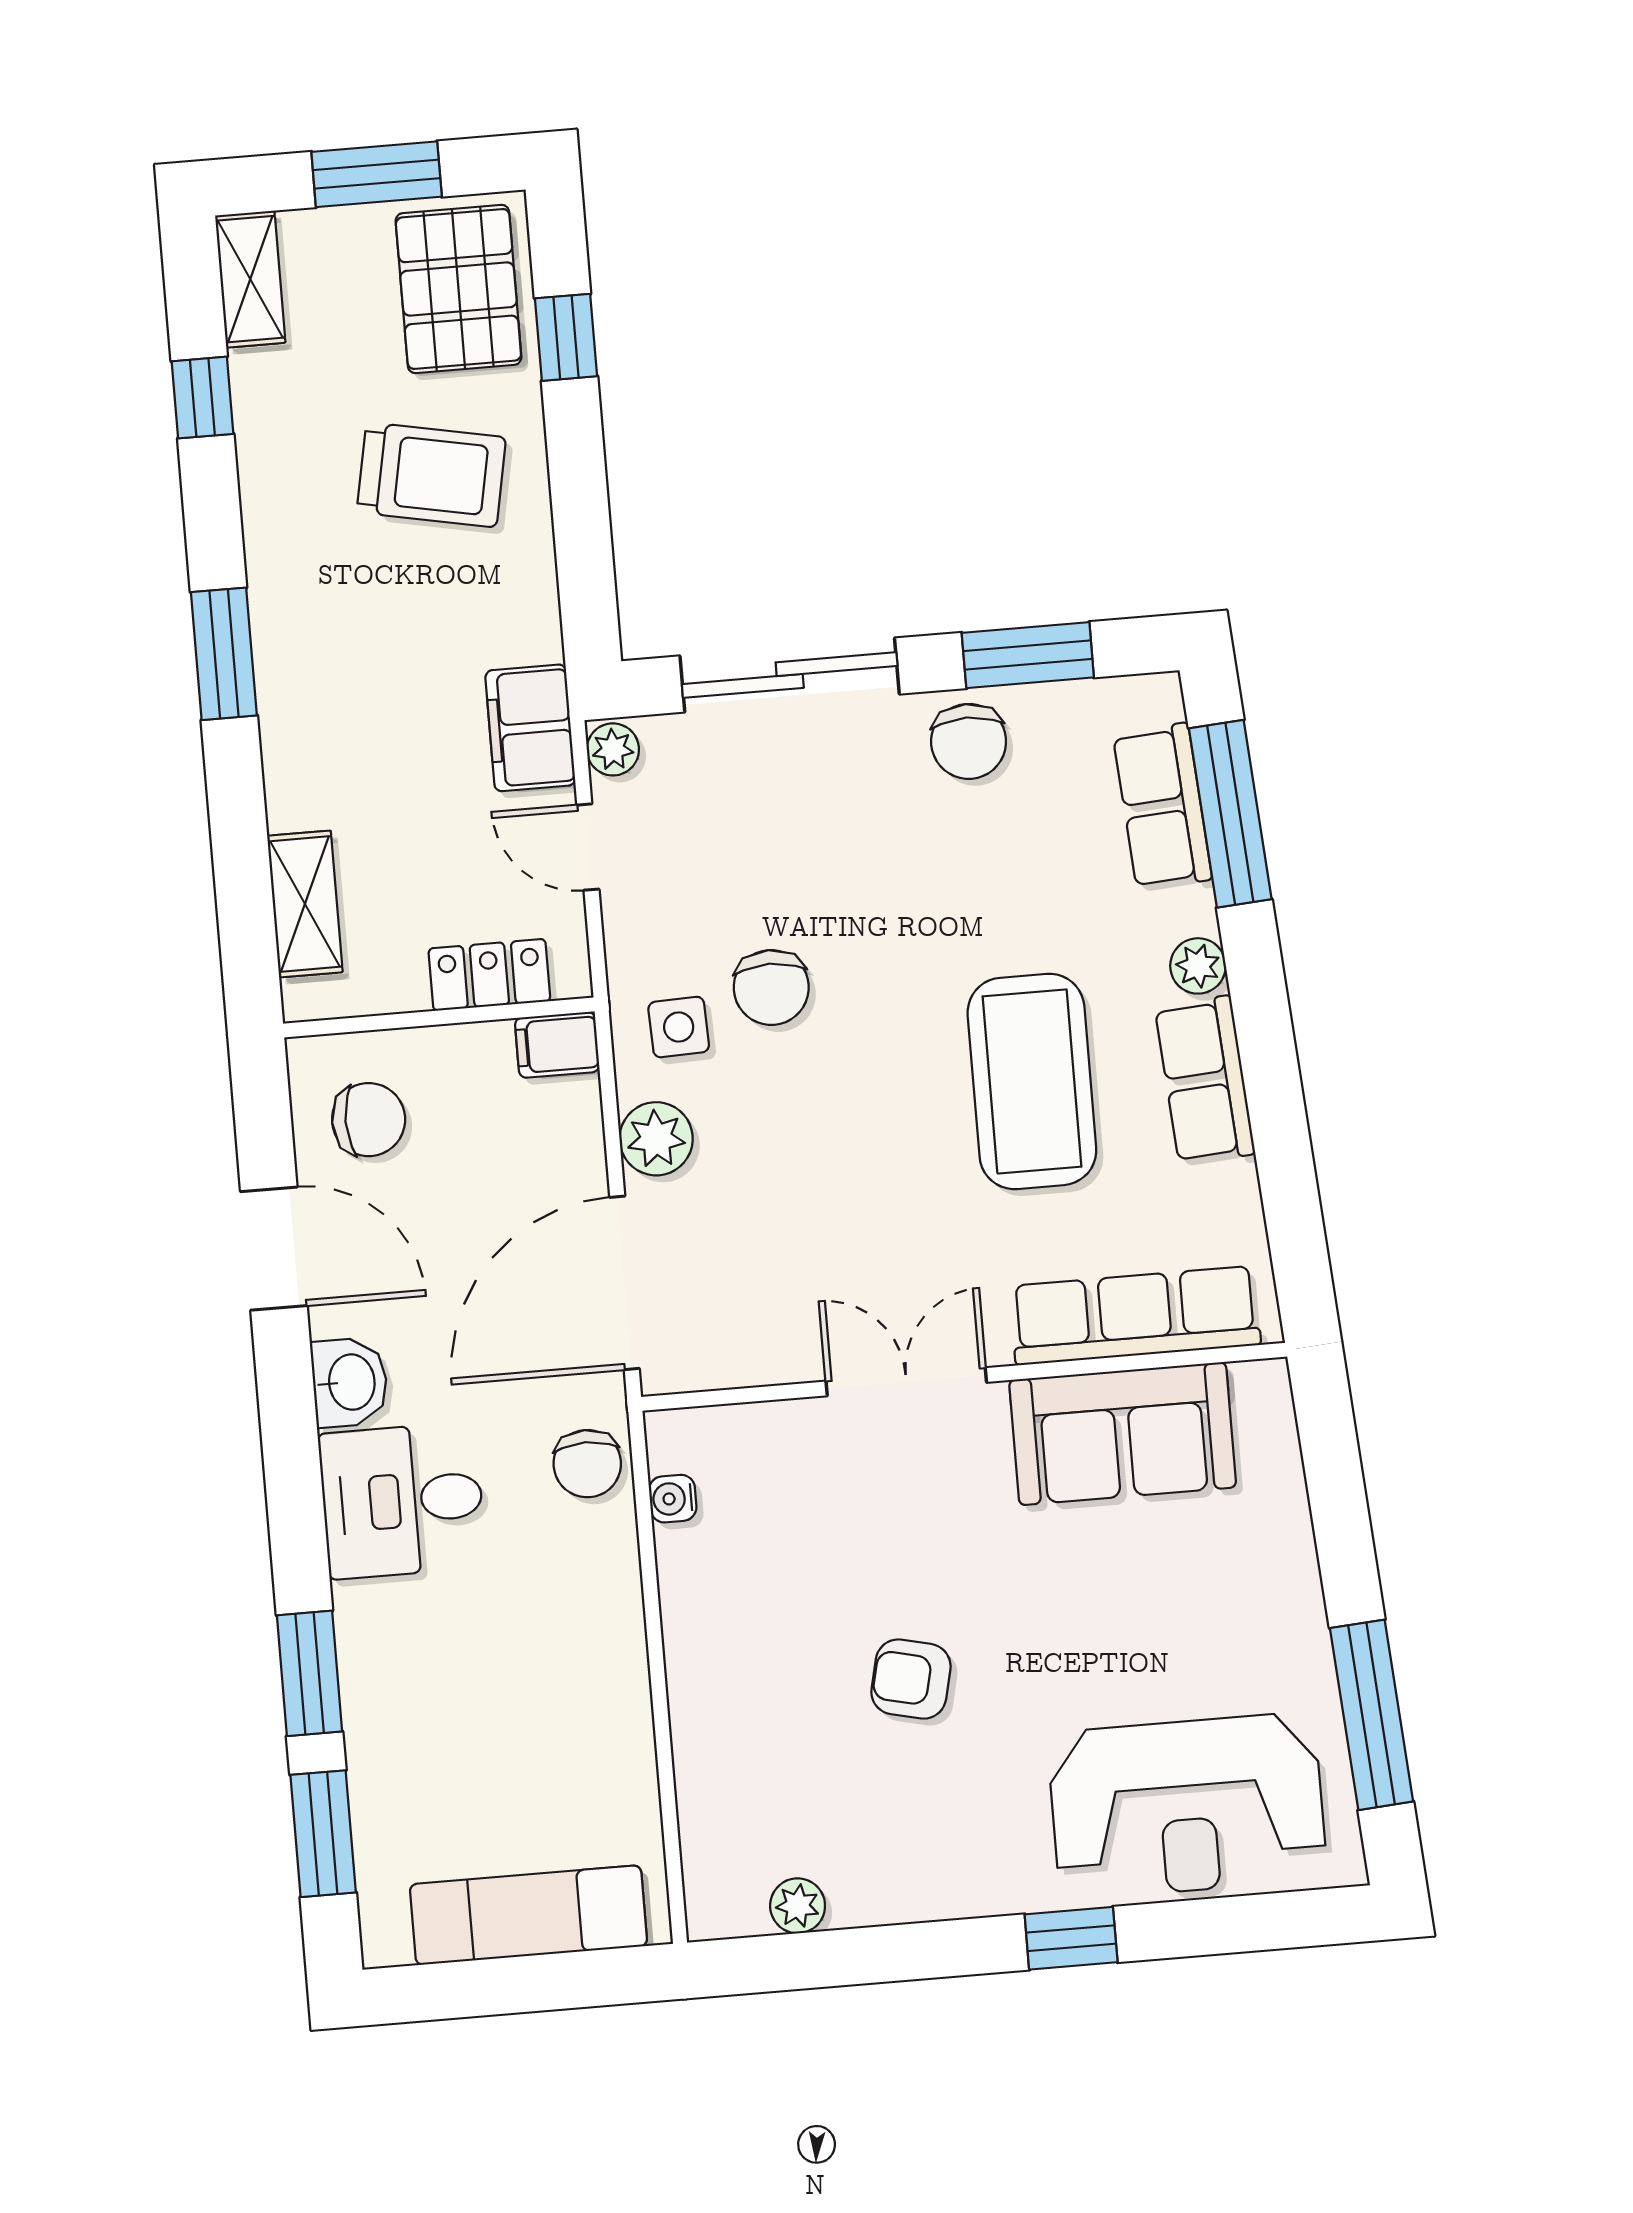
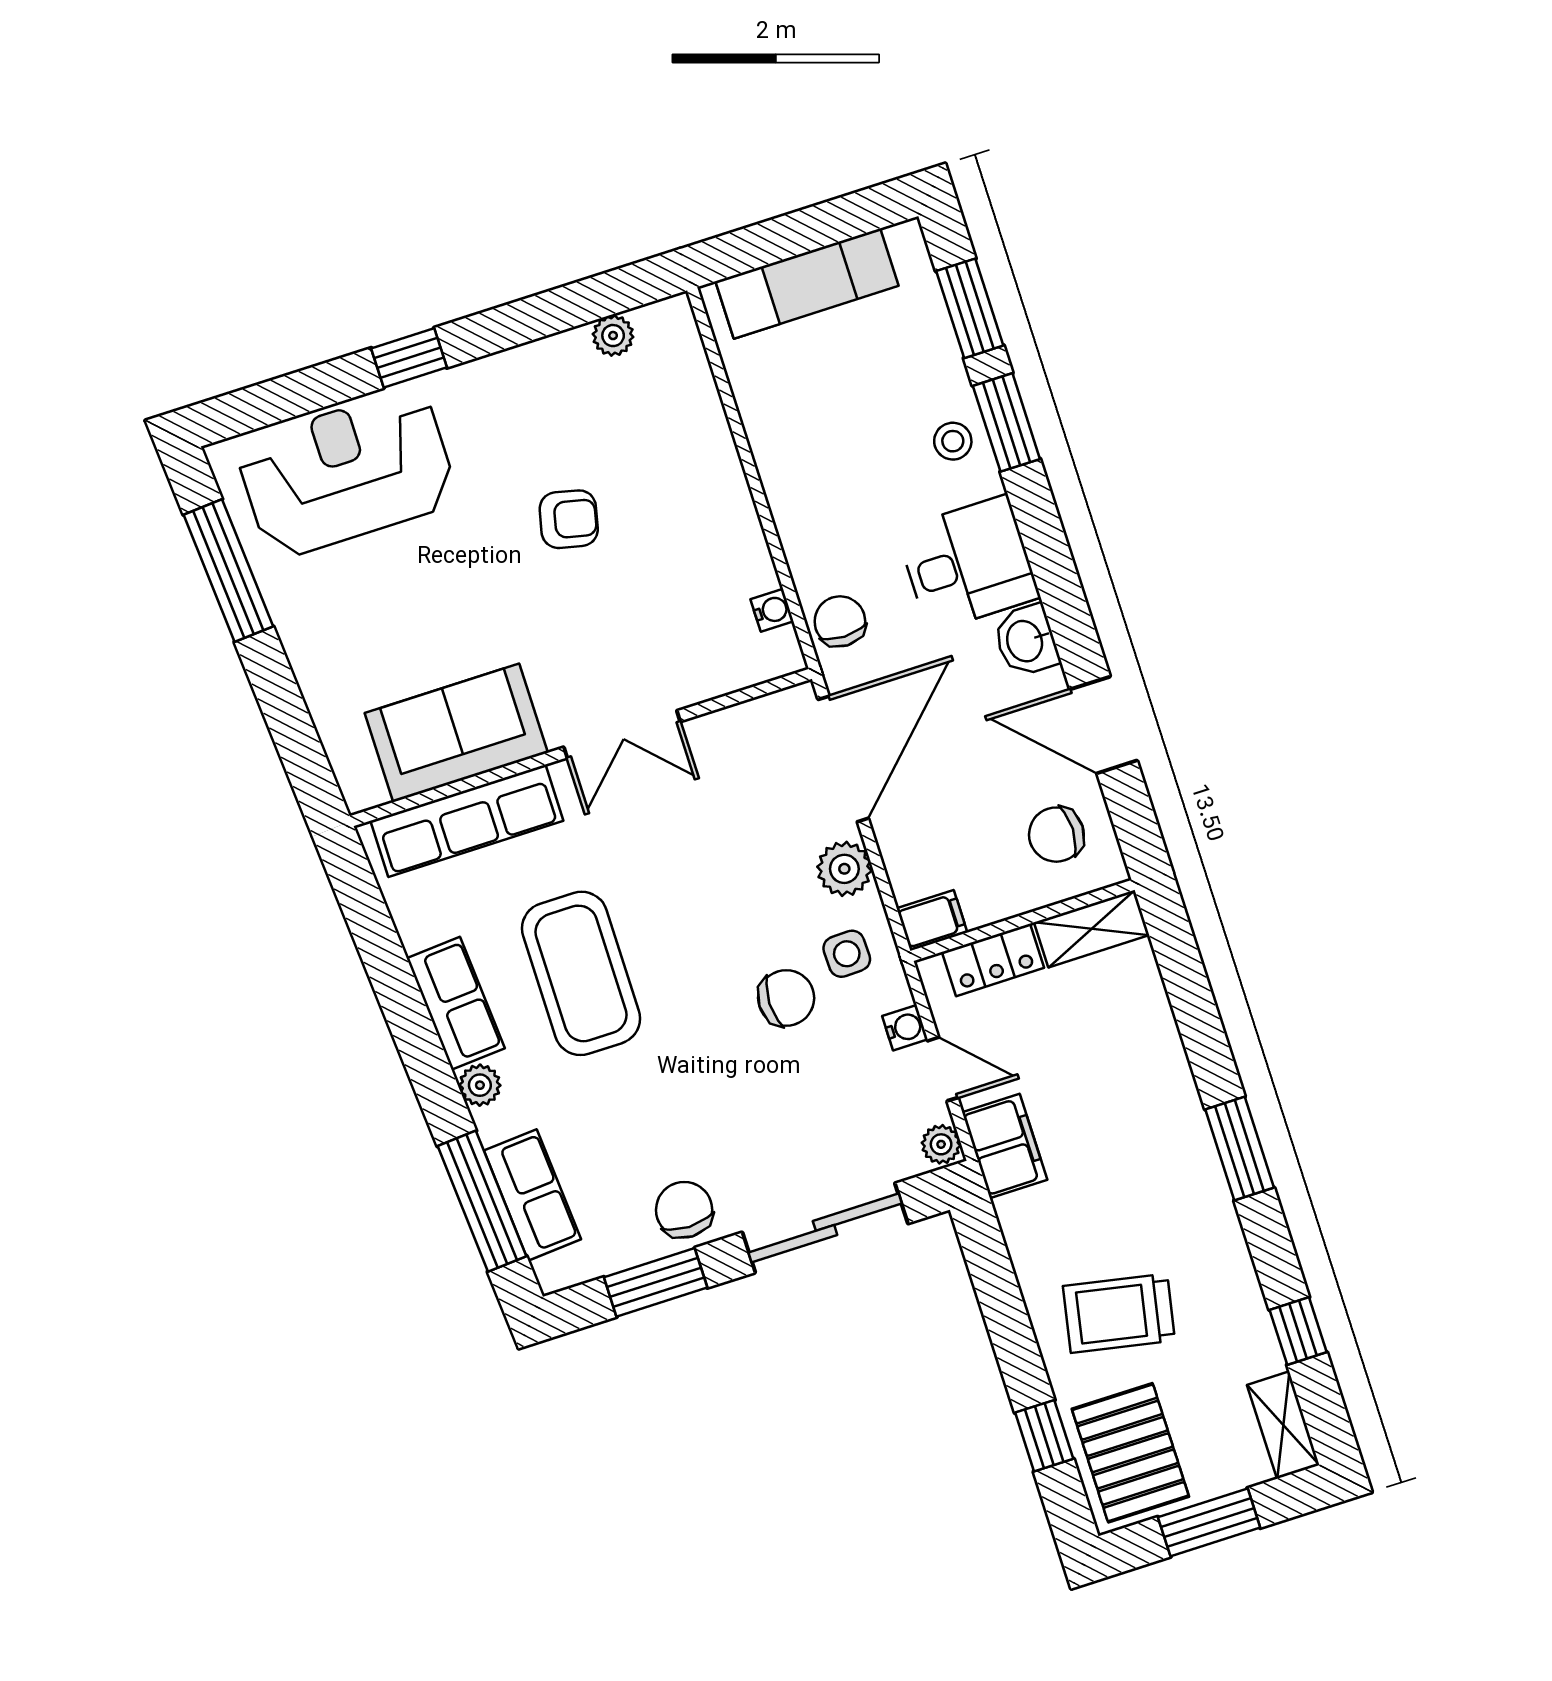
shelving: (305, 904) -> (1092, 929), moved, turned 90
water cooler: (625, 913) -> (905, 1028), added
chair: (771, 987) -> (786, 998), turned 90
stool: (385, 1665) -> (953, 441), added

